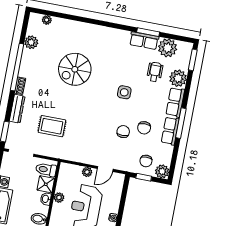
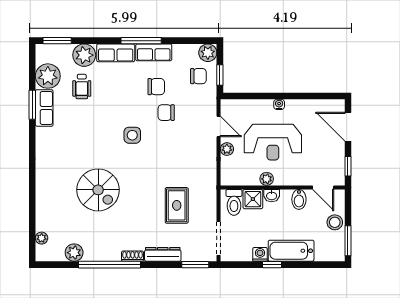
wheelchair: (155, 72) -> (82, 86), turned -90
side table: (124, 92) -> (132, 135), moved

